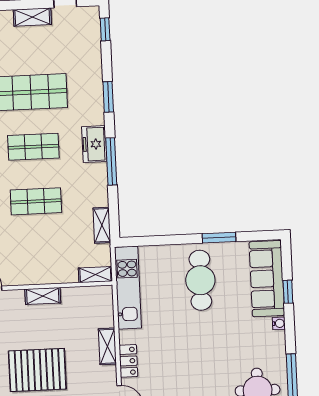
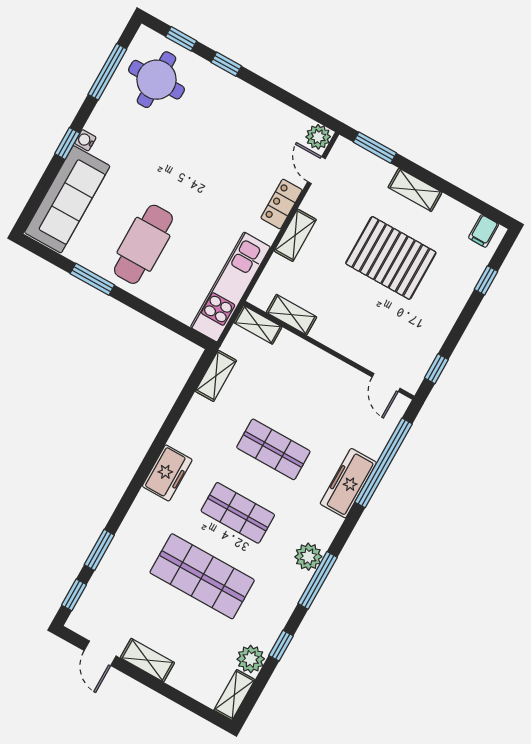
window: (108, 97) -> (99, 550), moved
window: (111, 161) -> (160, 441), removed
window: (288, 292) -> (67, 143), moved
shelving: (43, 296) -> (292, 315), moved

